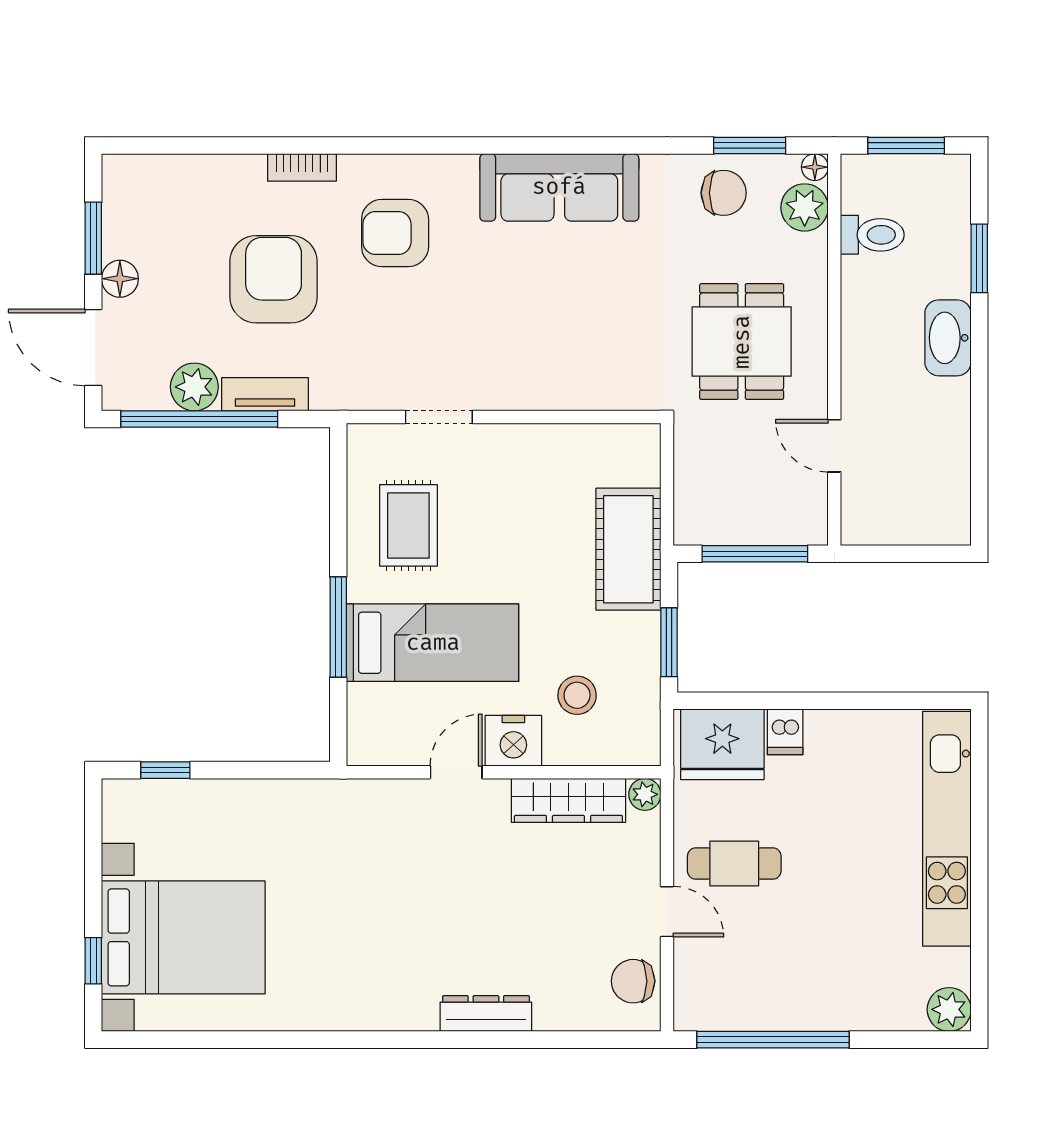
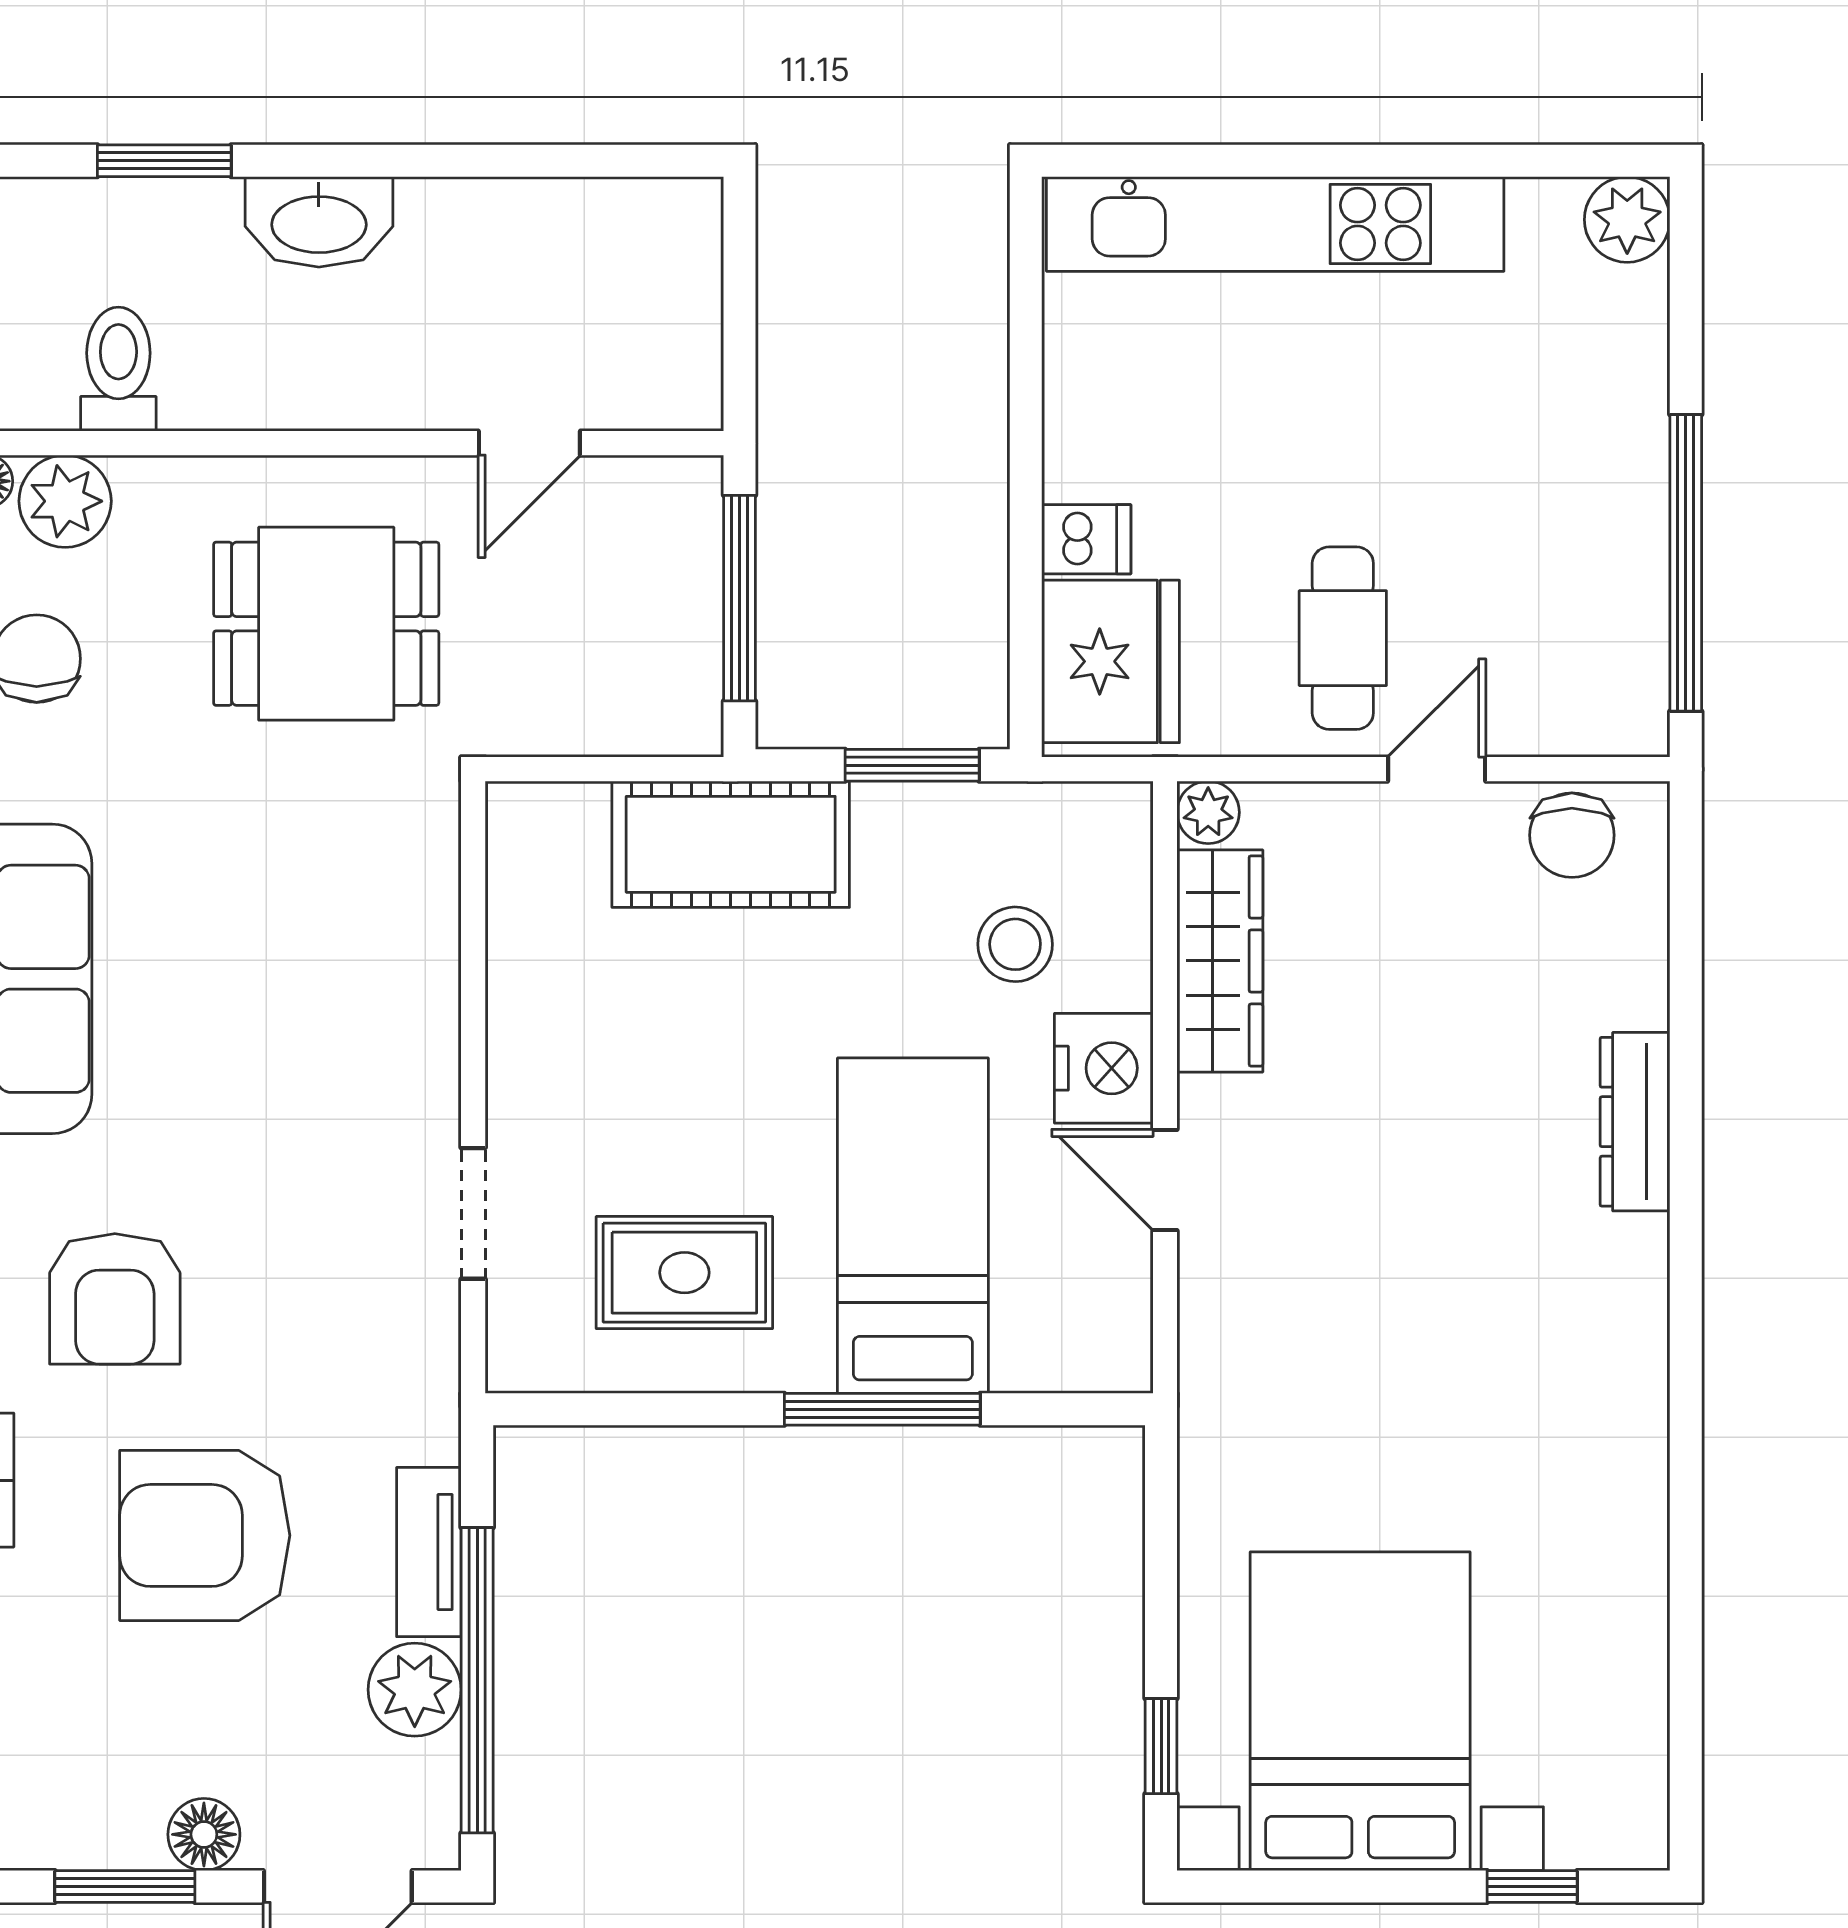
bed with nightstands: (183, 937) -> (1360, 1711), moved

